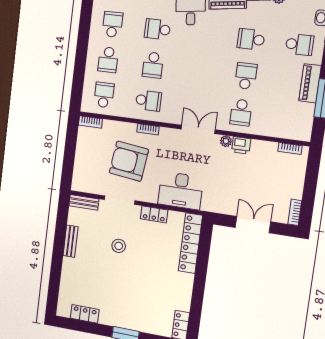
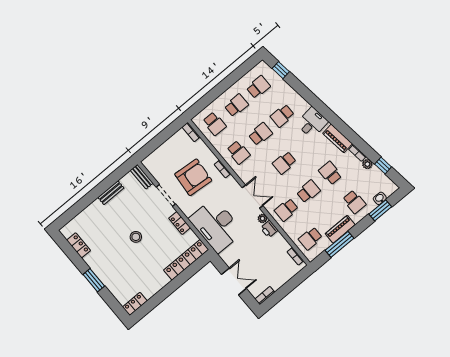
school desk: (157, 29) -> (282, 116), turned -90
school desk: (108, 60) -> (236, 105), turned 180
school desk: (153, 65) -> (260, 134), turned 180
school desk: (199, 70) -> (284, 163), added
school desk: (104, 95) -> (214, 124), turned 90
school desk: (289, 119) -> (310, 238), added
armchair: (129, 161) -> (193, 177), turned 88
desk: (181, 191) -> (216, 225), width x1.36, depth x1.30
stool: (119, 246) -> (136, 237), moved

